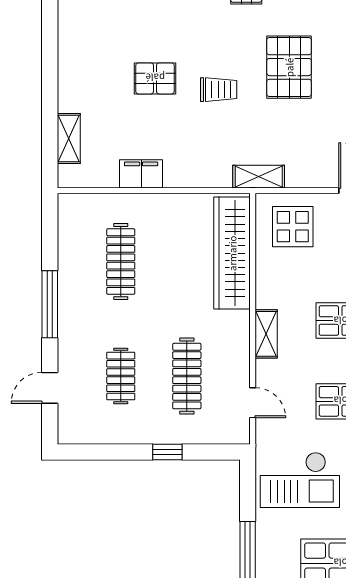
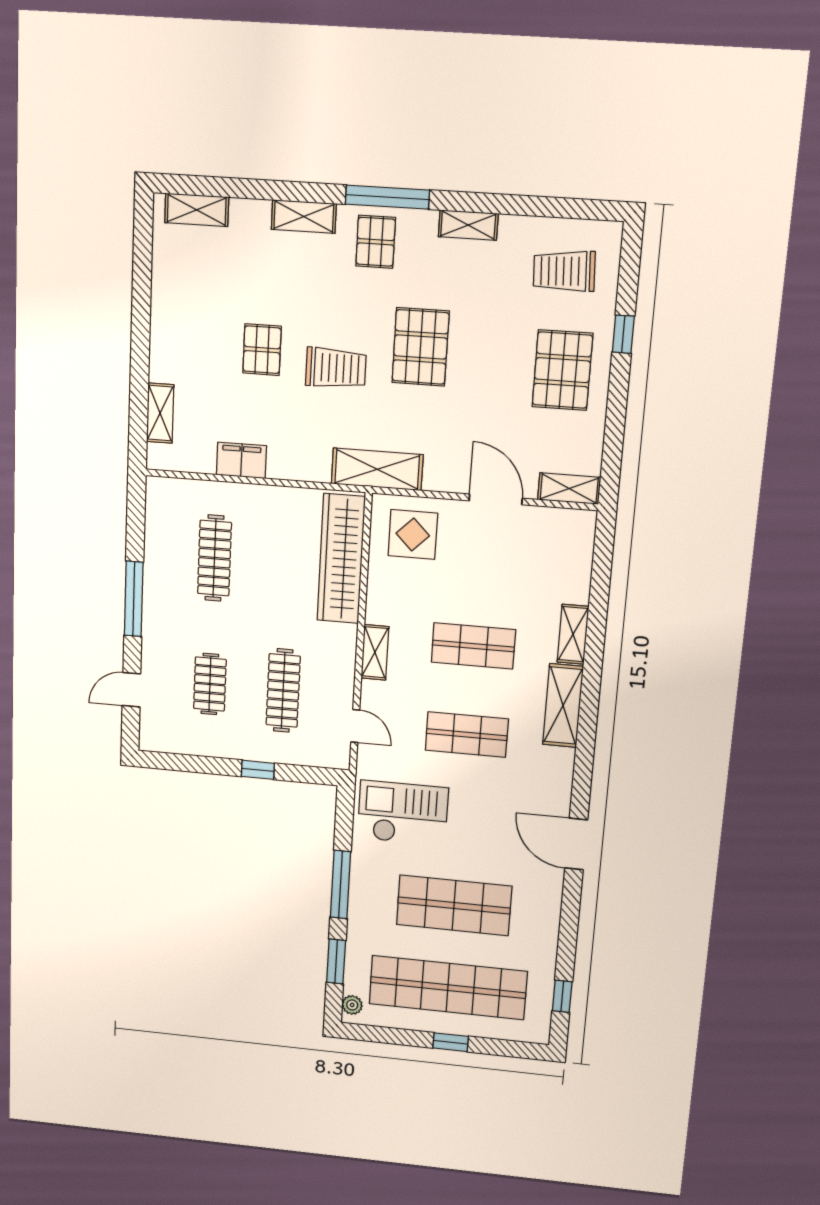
pallet: (155, 78) -> (262, 350), turned 90
trolley: (219, 90) -> (336, 368), width x1.36, depth x1.39
shelving: (259, 177) -> (377, 469), width x1.50, depth x1.33
checkout: (300, 480) -> (403, 813), turned 180

